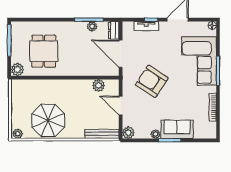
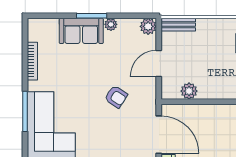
armchair: (152, 81) -> (116, 97), width x0.53, depth x0.53
door: (121, 106) -> (159, 63), swing flipped
bench: (102, 134) -> (178, 25), width x0.73

